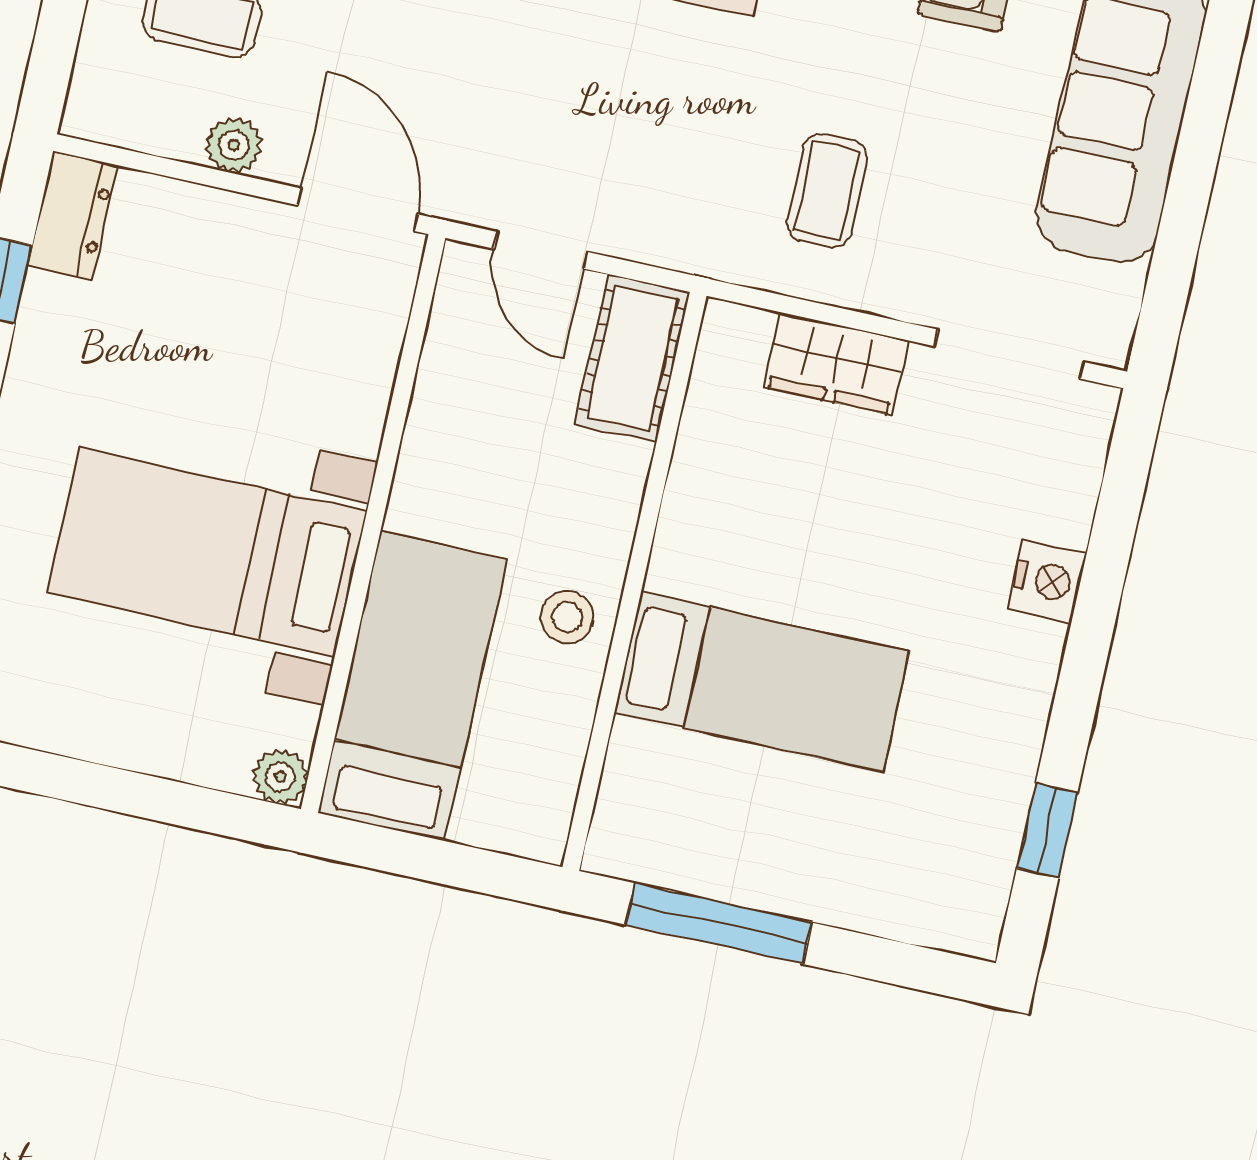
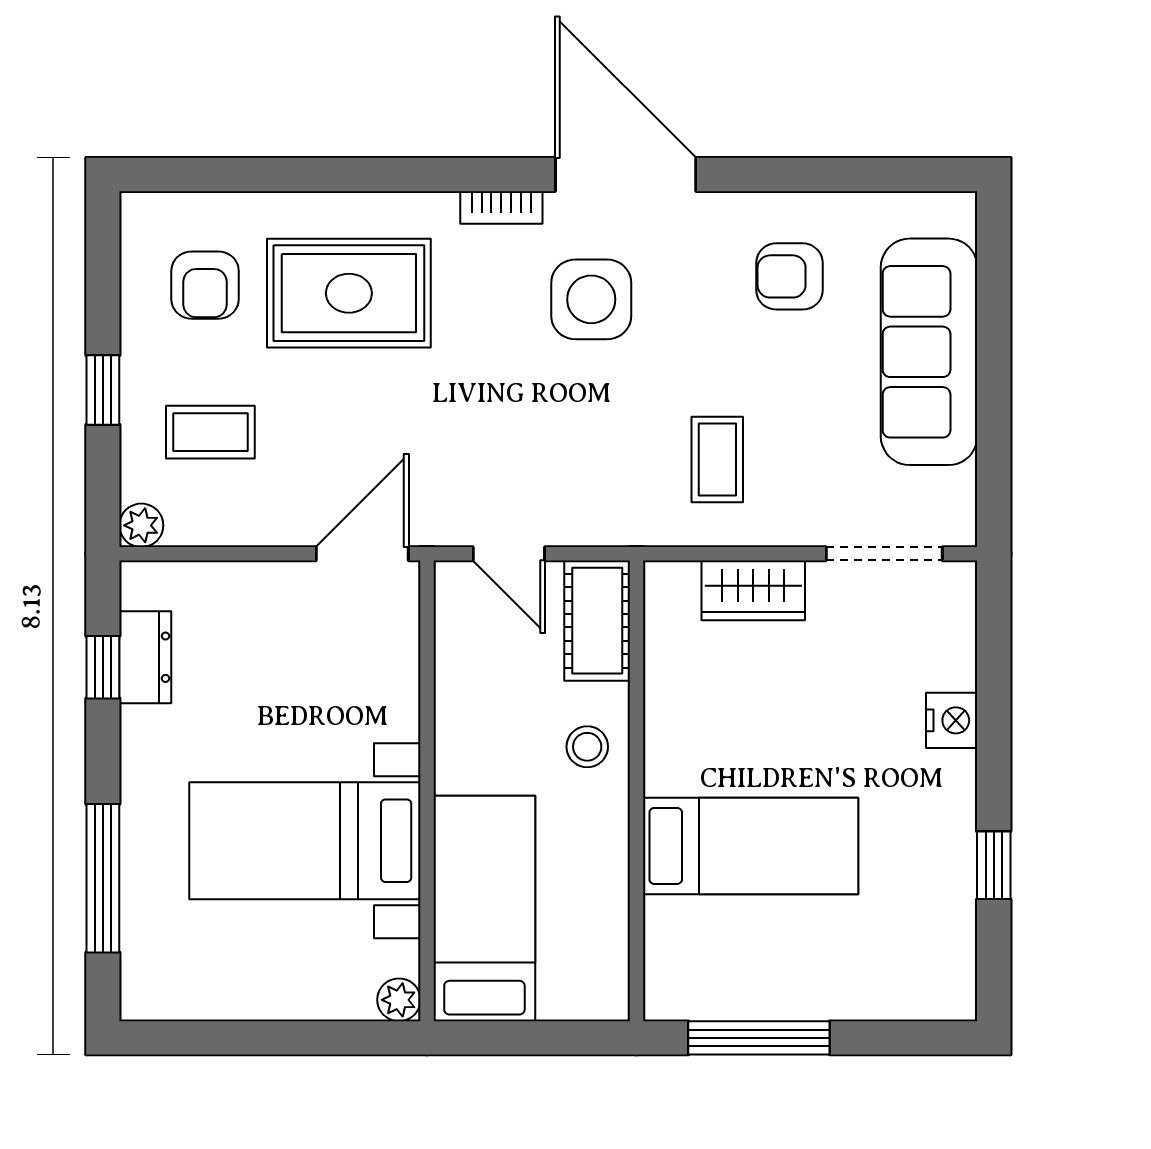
plant: (234, 145) -> (141, 525), moved
door: (358, 210) -> (362, 554), hinge flipped
dresser: (73, 216) -> (145, 657), moved
stool: (567, 617) -> (587, 747), moved
window: (1047, 830) -> (994, 865), moved

